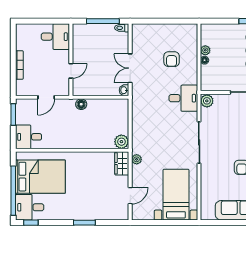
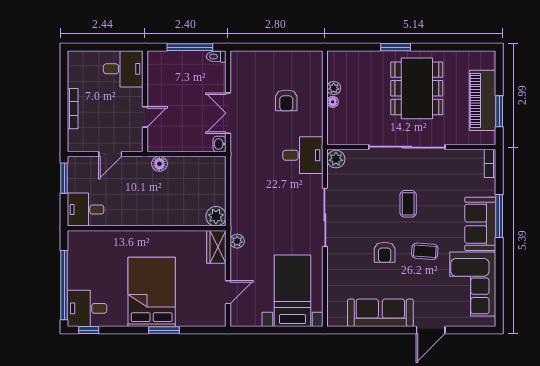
bed: (40, 177) -> (152, 292), moved, turned -90

